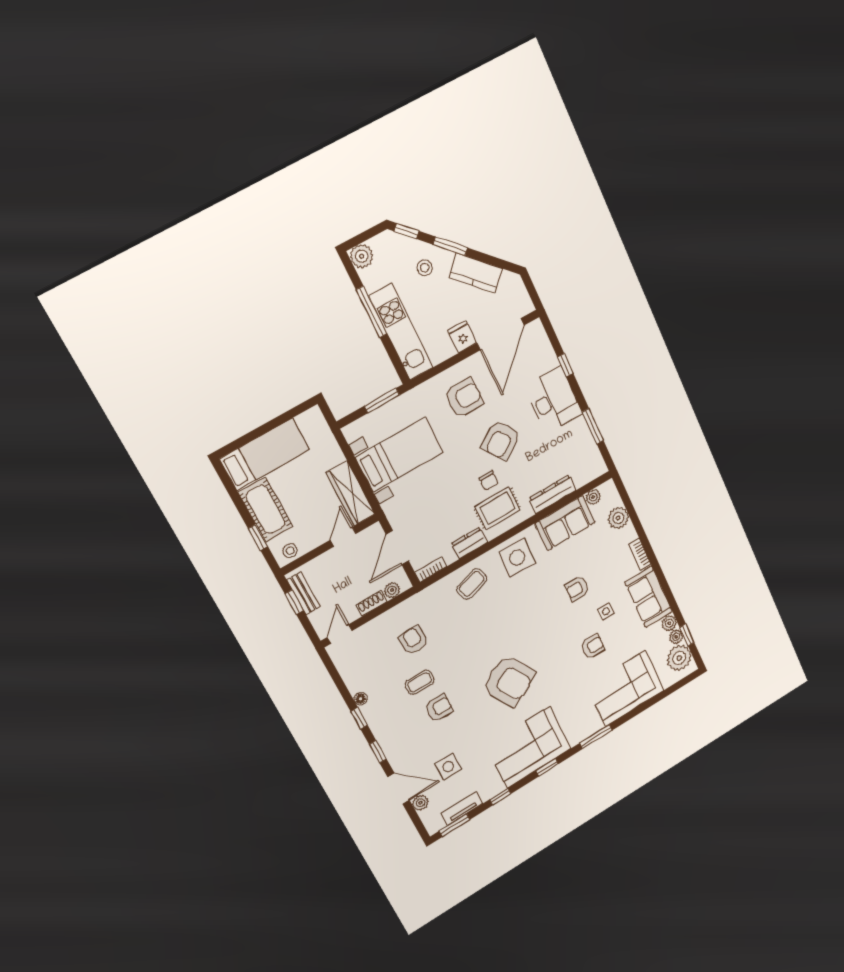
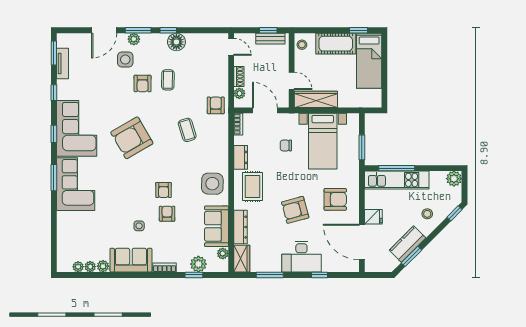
window: (450, 246) -> (411, 256), moved
window: (372, 312) -> (397, 168), moved
armchair: (464, 398) -> (335, 199), turned -90
armchair: (501, 440) -> (295, 210), turned -70
wardrobe: (589, 471) -> (242, 259), added
chair: (489, 481) -> (286, 145), moved
window: (258, 538) -> (359, 30), moved
coffee table: (472, 584) -> (187, 130), moved
window: (687, 635) -> (194, 275), moved
armchair: (414, 640) -> (216, 105), moved, turned -87
armchair: (593, 647) -> (164, 190), moved
plant: (679, 658) -> (78, 267), width x0.53, depth x0.53
corner sofa: (625, 688) -> (76, 184), moved
floor lamp: (361, 699) -> (176, 42), width x1.89, depth x1.89
window: (378, 752) -> (138, 30), width x1.50
side table: (448, 767) -> (125, 60), moved
plant: (420, 803) -> (134, 39), moved

